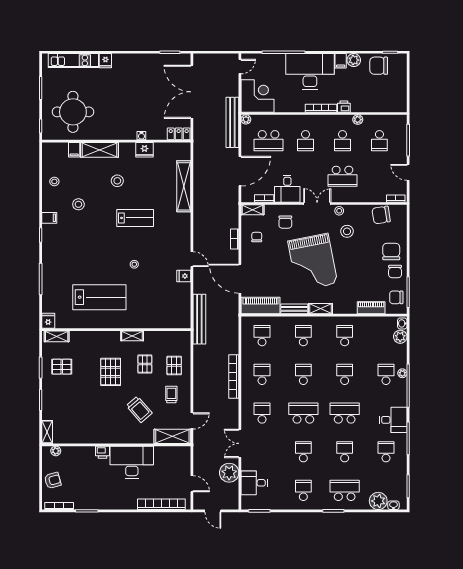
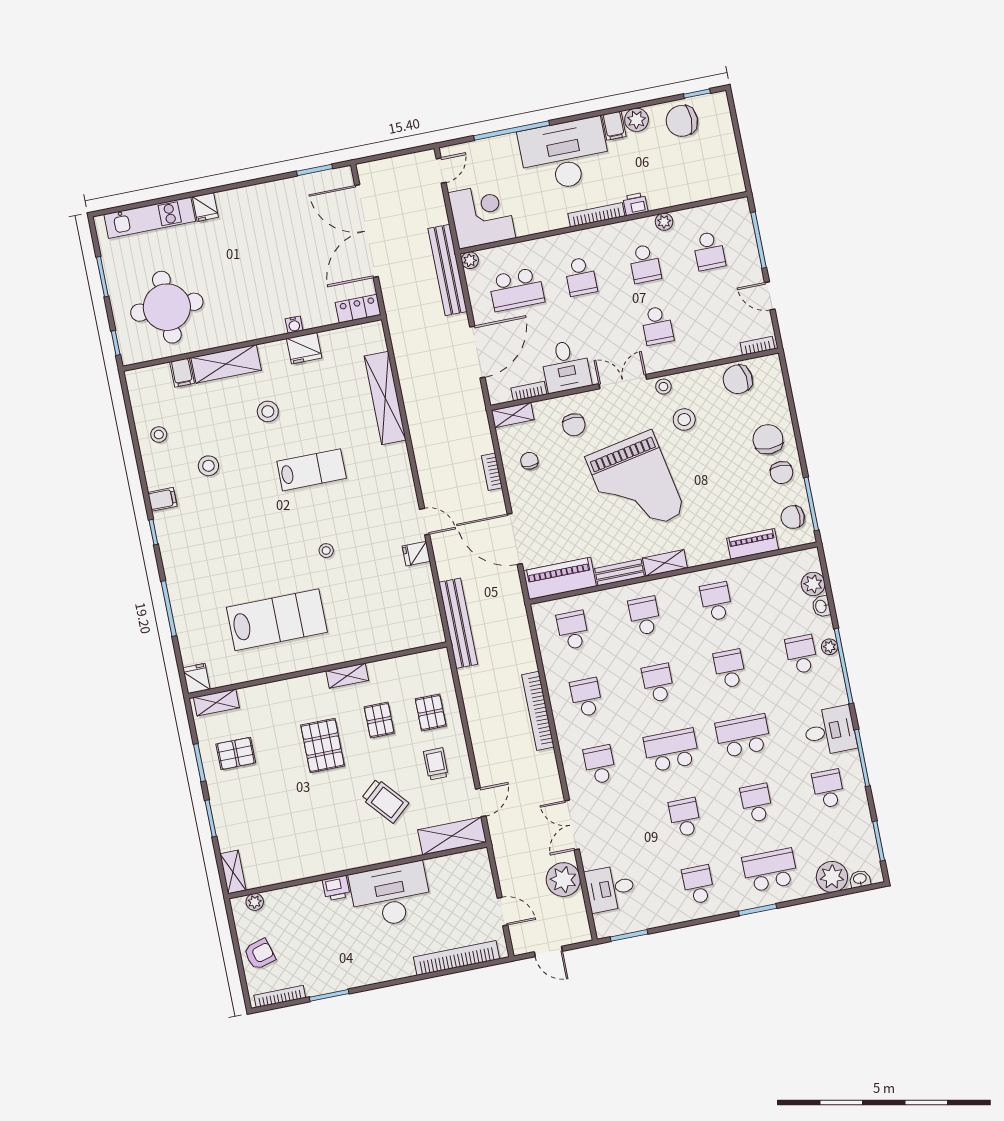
school desk: (342, 176) -> (657, 325), width x0.54
washbasin: (402, 323) -> (821, 606), moved

